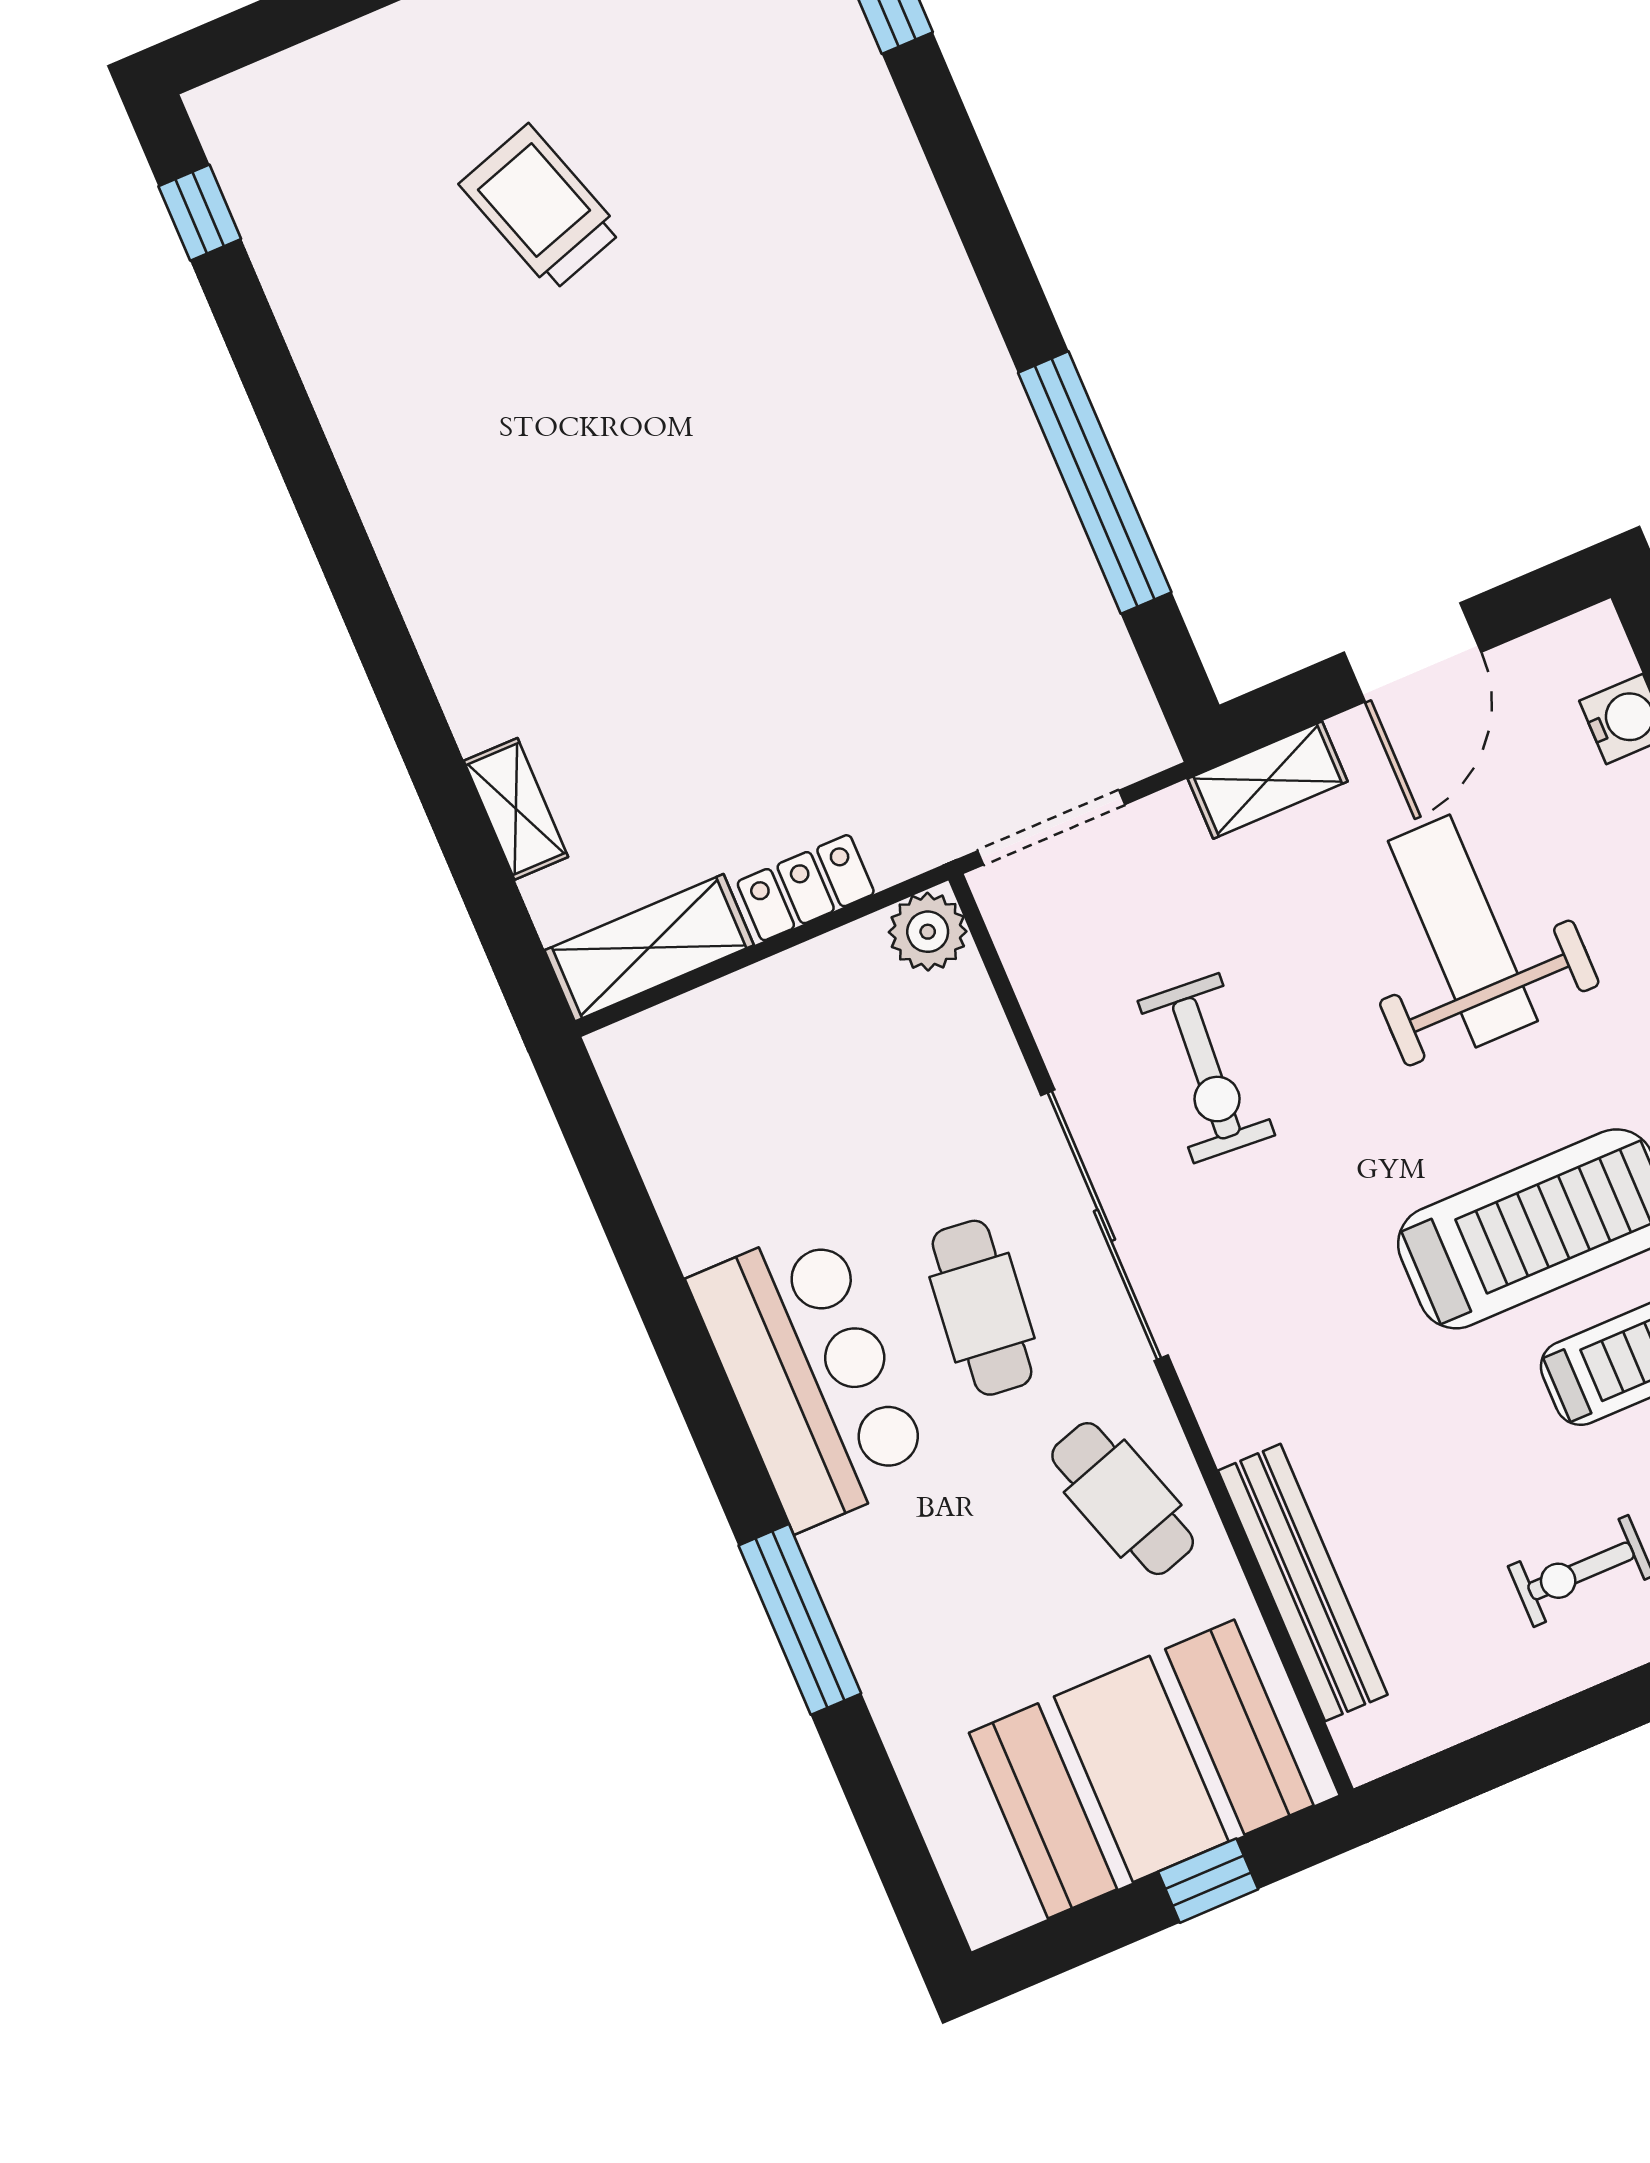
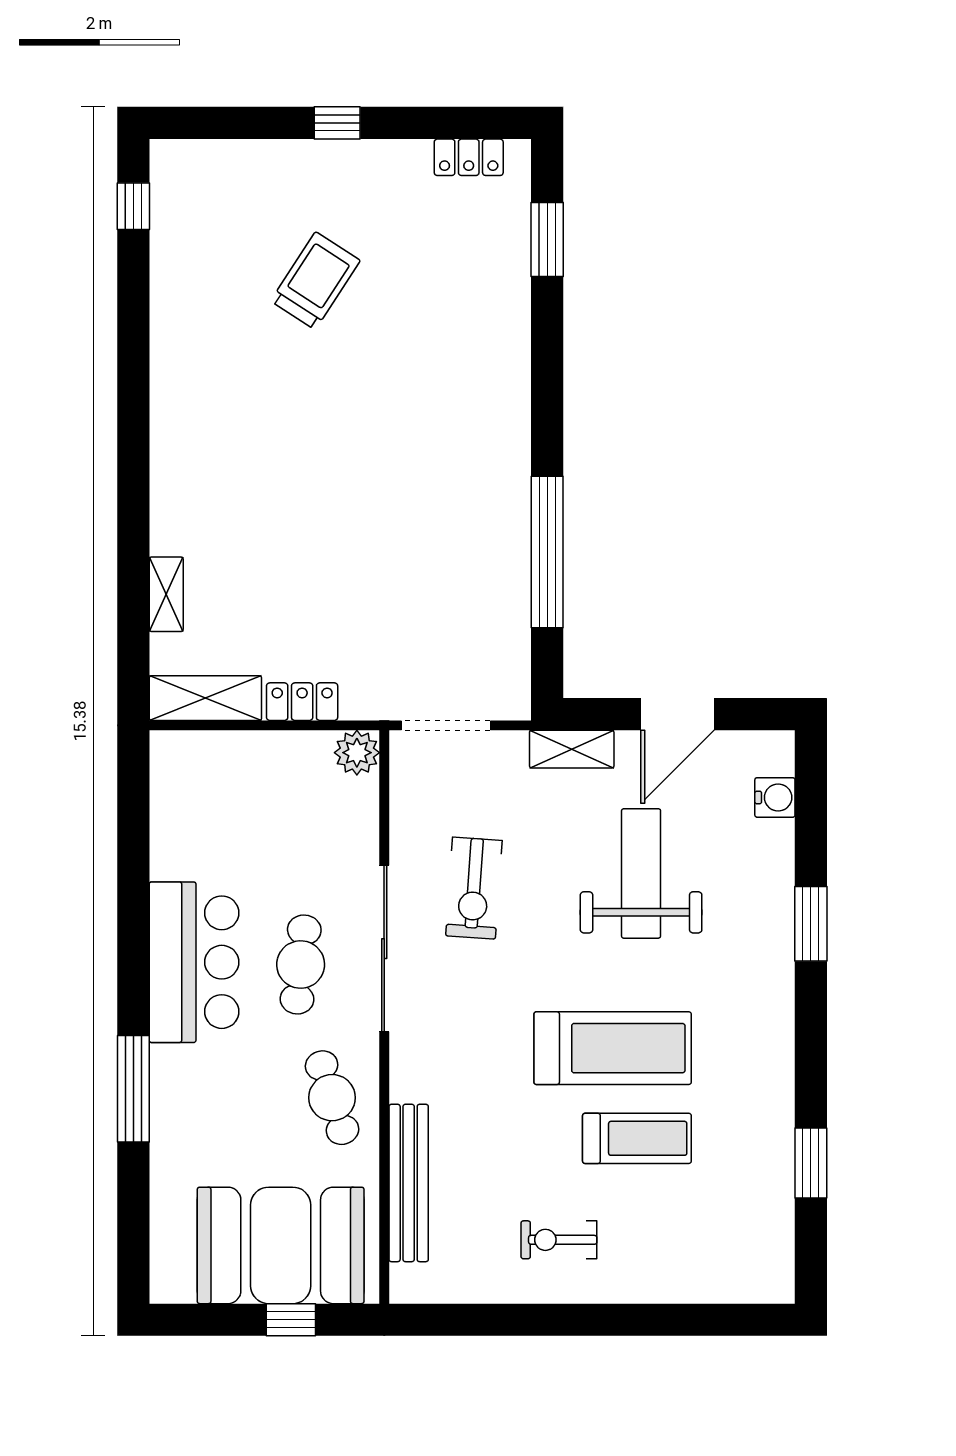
trolley: (541, 208) -> (315, 281), turned 51

